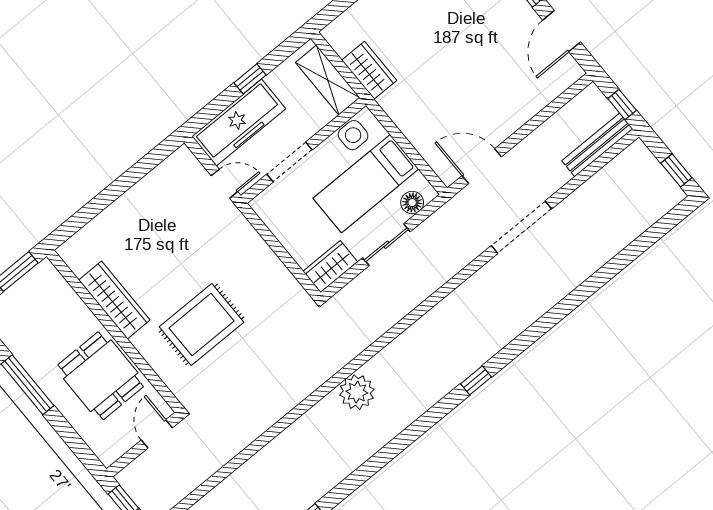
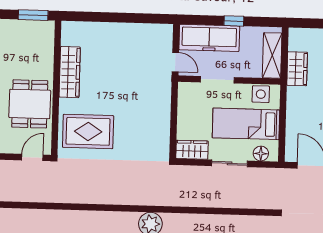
rug: (202, 324) -> (88, 131), moved

